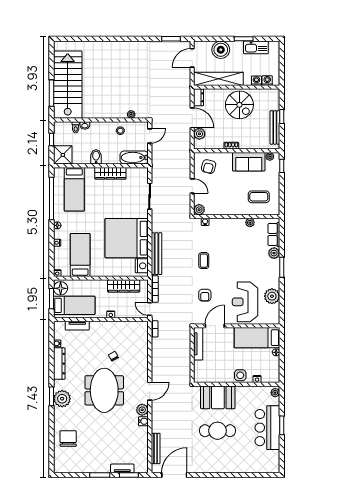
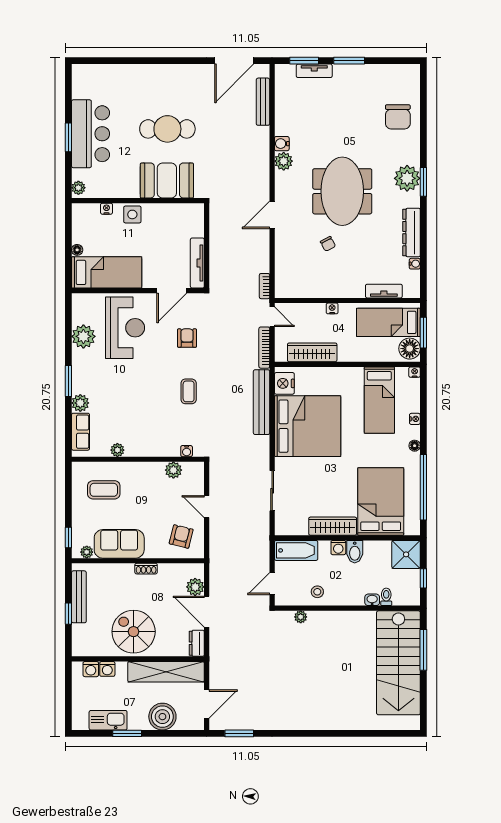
washing machine: (107, 159) -> (338, 548), added
bed: (74, 189) -> (381, 501), width x1.50
plant: (199, 210) -> (173, 470), moved
door: (150, 391) -> (272, 215), moved

